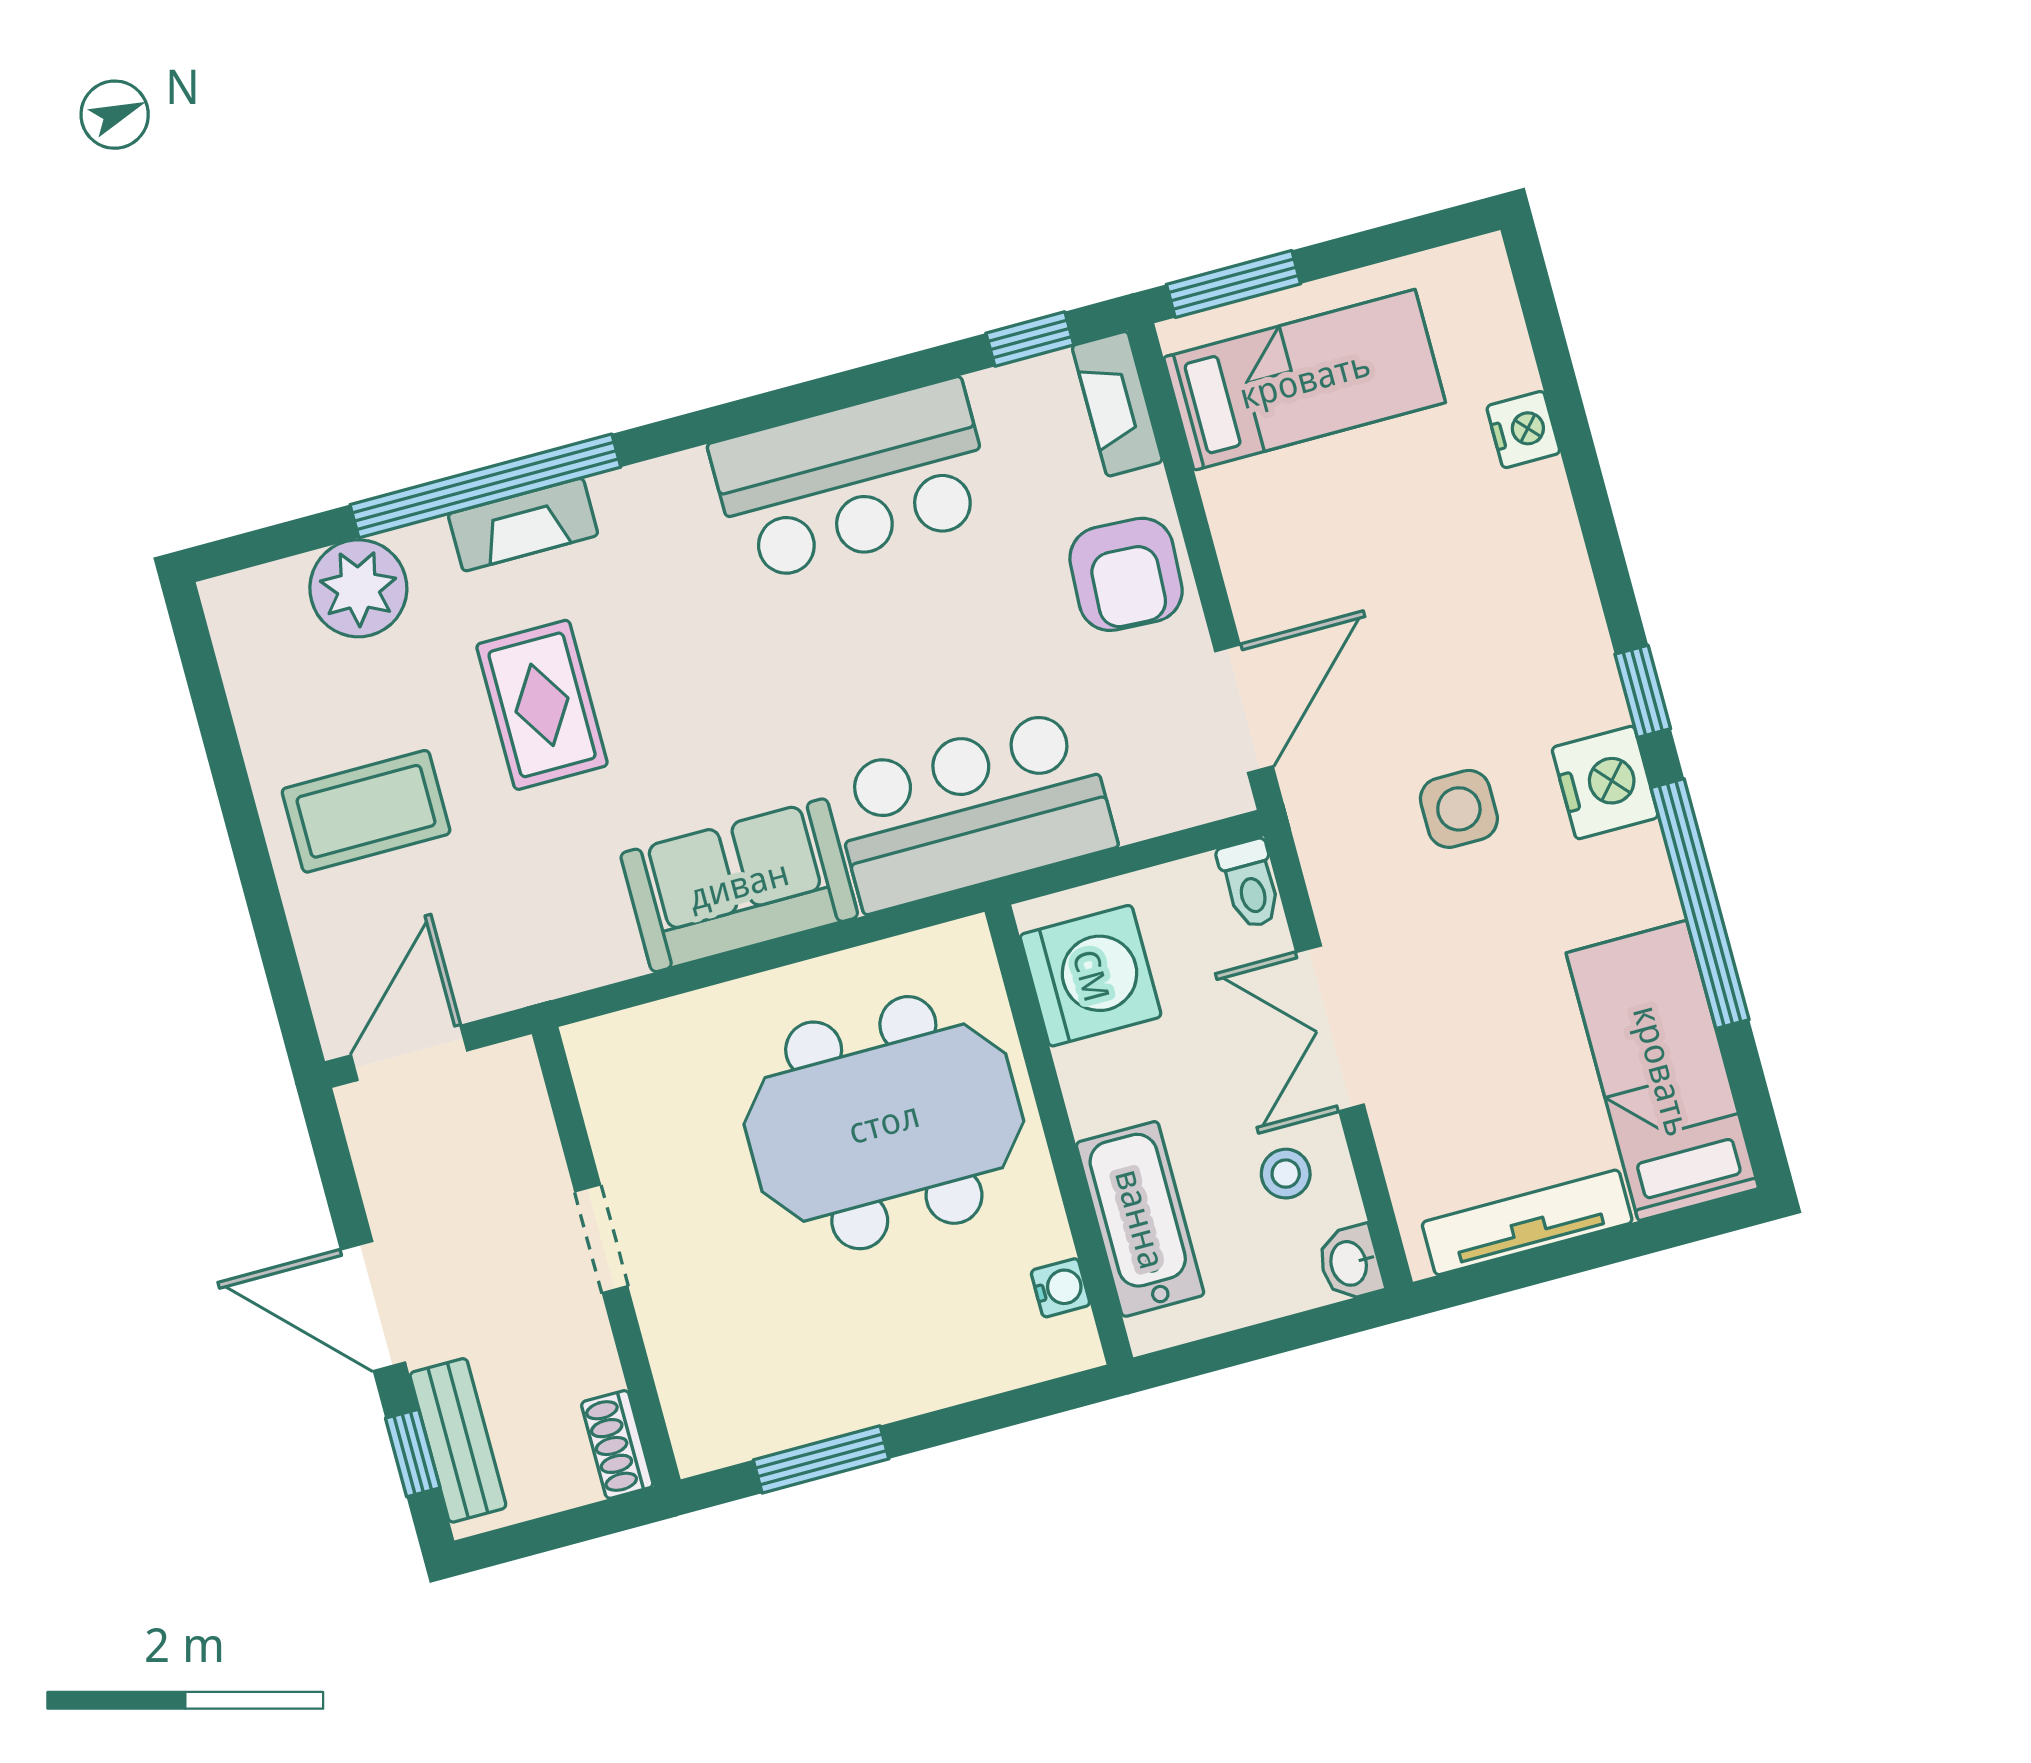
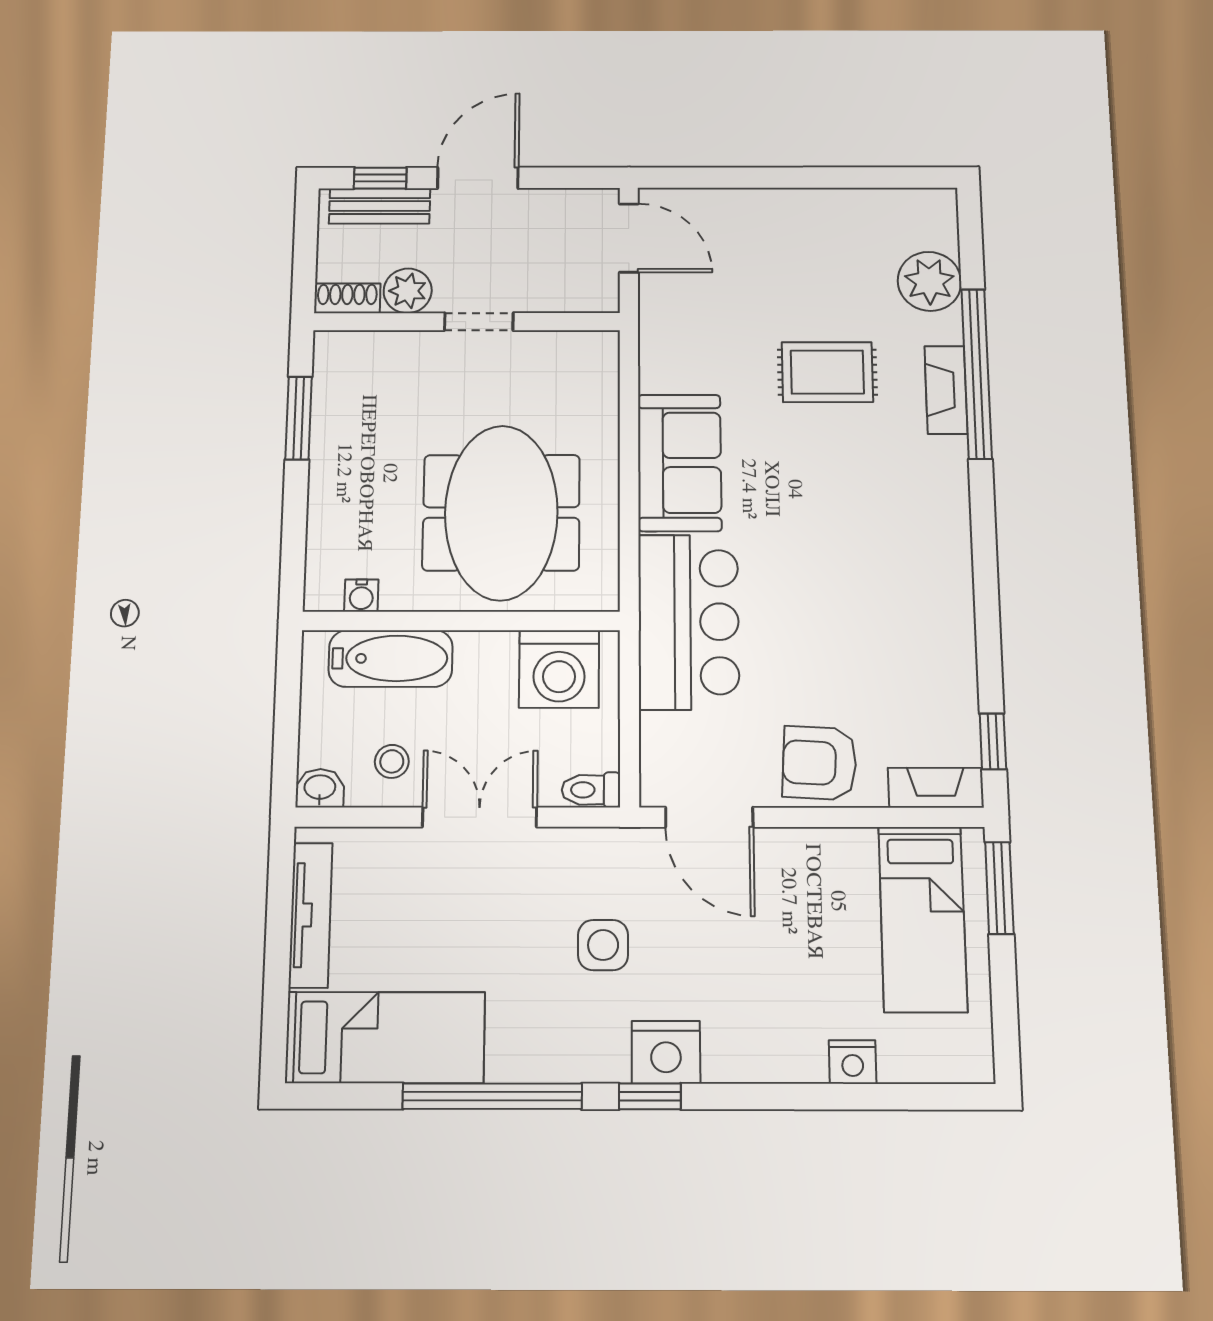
bar counter: (853, 481) -> (925, 602), removed
nightstand: (1605, 783) -> (666, 1052), moved
coffee table: (366, 811) -> (787, 251), removed
plant: (581, 1358) -> (408, 291), added

